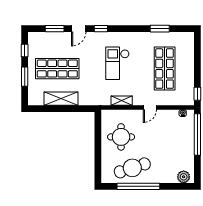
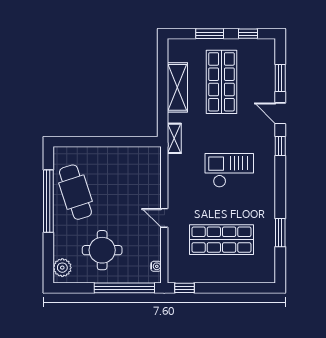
shelving: (122, 101) -> (174, 138), moved
round table: (121, 137) -> (102, 250), moved

